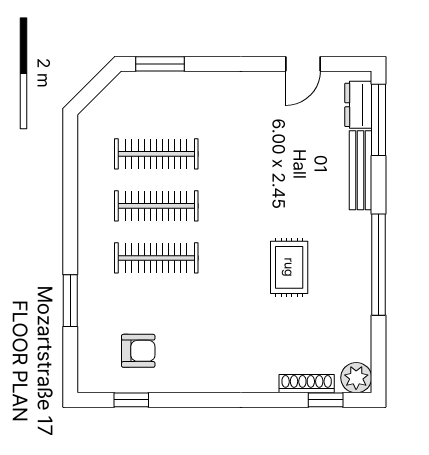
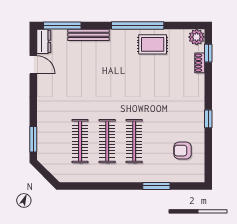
dresser: (358, 105) -> (44, 41), moved, turned -90
rug: (289, 267) -> (153, 44), moved
armchair: (138, 351) -> (183, 151), turned -90
shoe rack: (307, 384) -> (200, 63), width x0.70
window: (131, 400) -> (208, 119), moved

